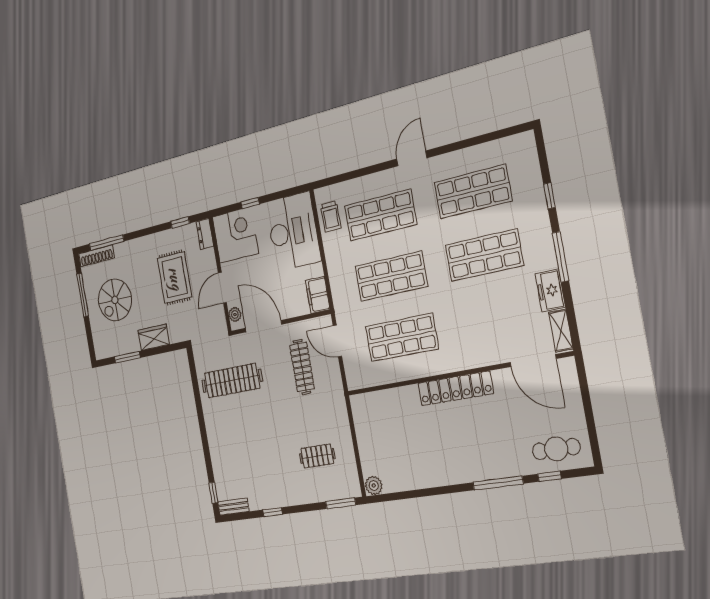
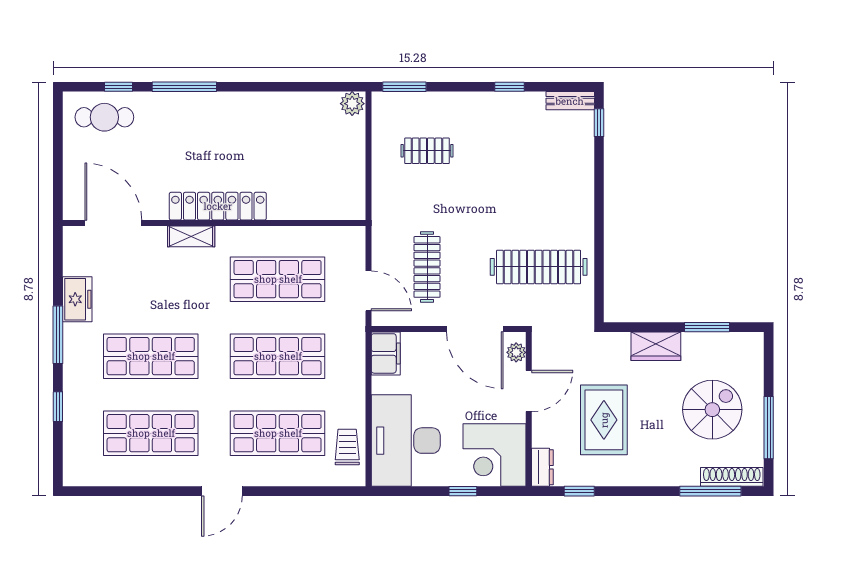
shelving: (561, 331) -> (191, 236), moved, turned 90

